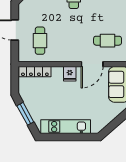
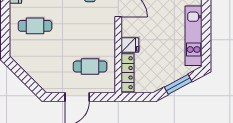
fridge: (70, 74) -> (130, 45), moved

